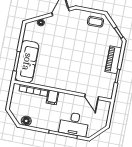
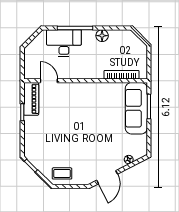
piano: (113, 60) -> (31, 99), moved
filing cabinet: (52, 97) -> (97, 71), removed
floor lamp: (26, 121) -> (102, 36), moved

